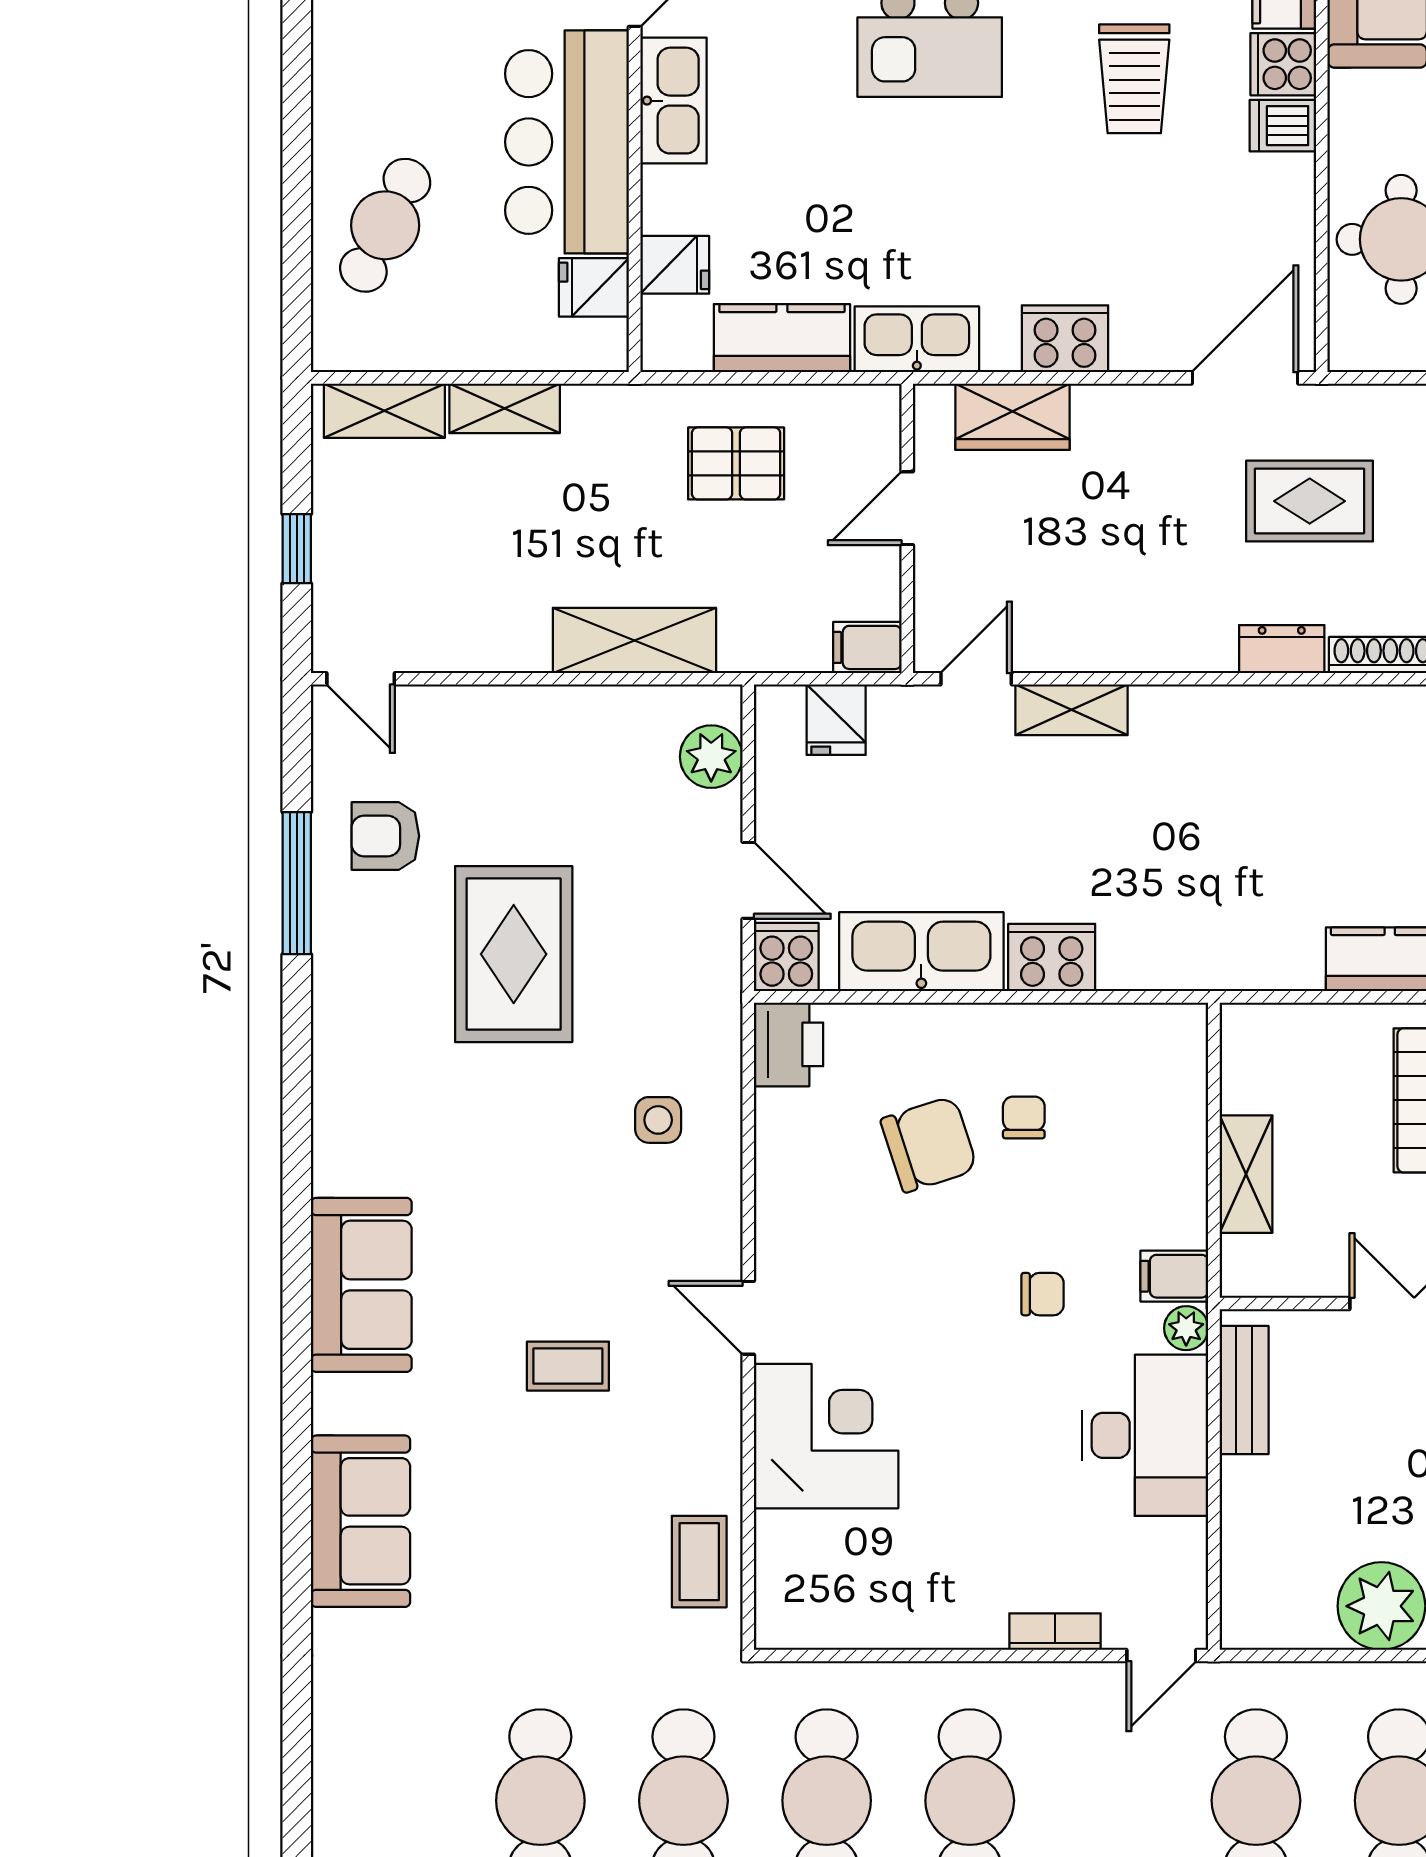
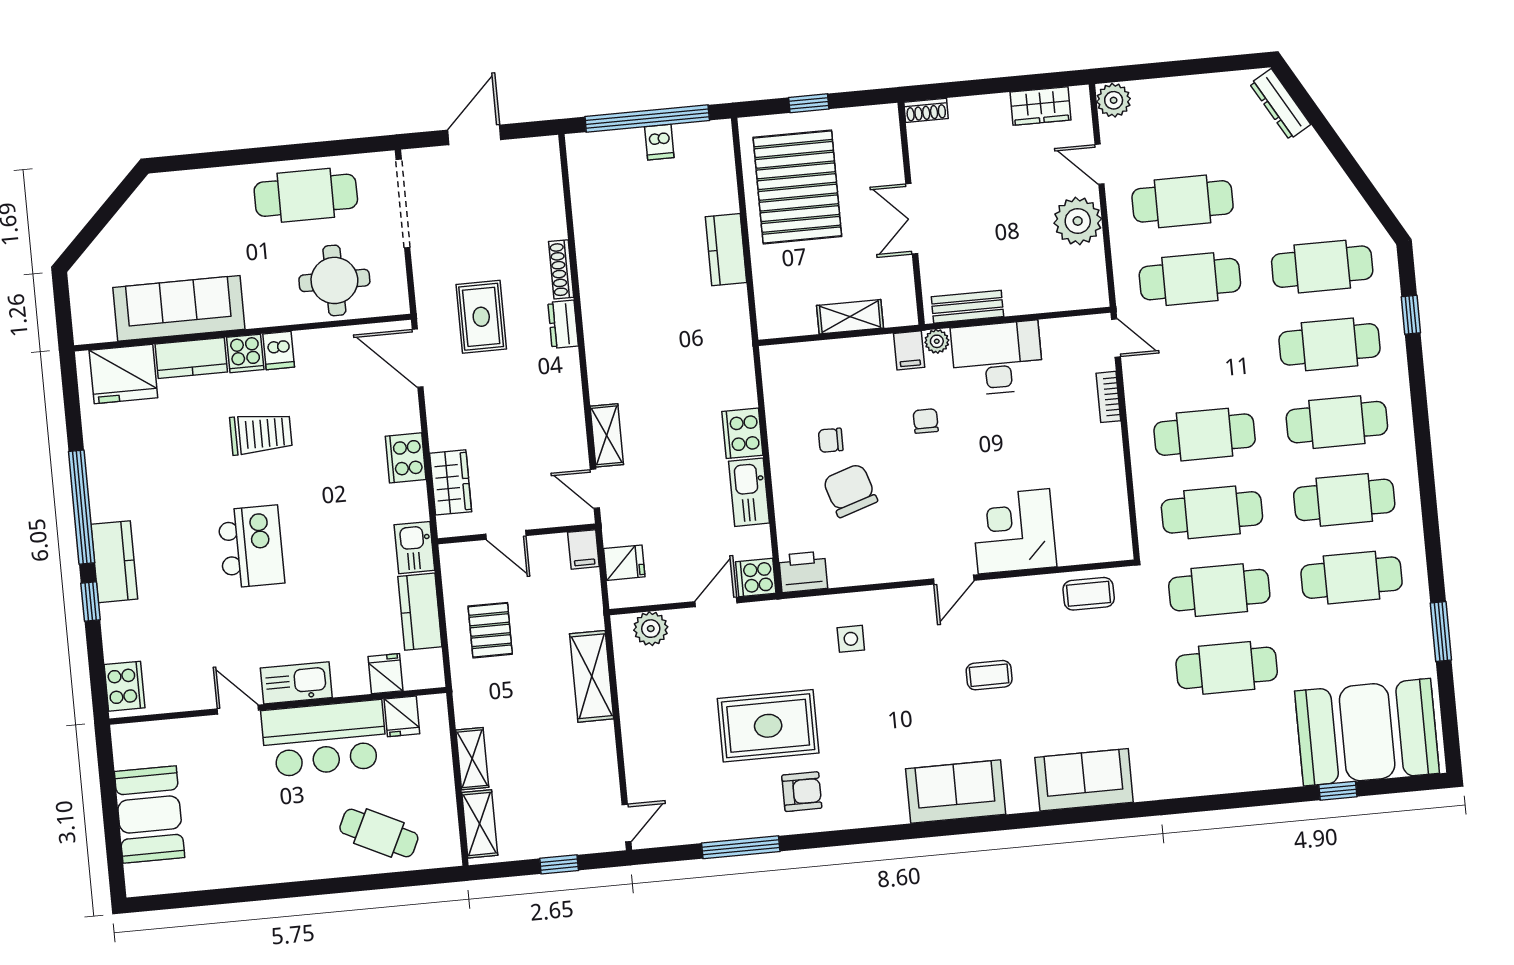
kitchen sink: (917, 339) -> (414, 548), width x0.73
armchair: (385, 836) -> (802, 792), moved, turned -90
kitchen sink: (921, 952) -> (749, 492), width x0.73, depth x0.81
coffee table: (568, 1366) -> (989, 675), turned 90

